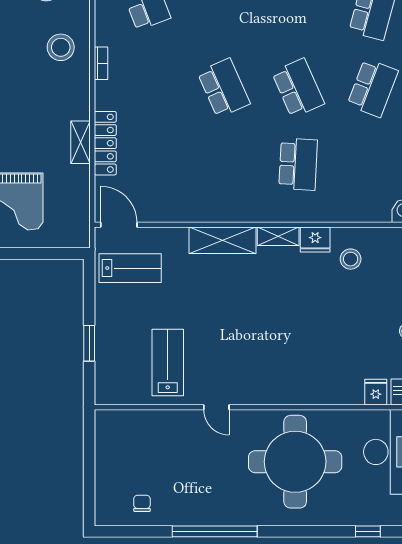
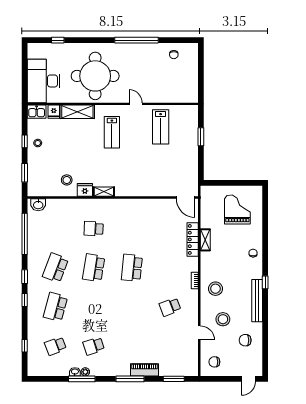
school desk: (224, 88) -> (132, 268), turned 30
school desk: (298, 88) -> (94, 268), turned 33
school desk: (298, 164) -> (94, 229), width x0.54
shelving: (222, 240) -> (77, 112), moved
lab bench: (130, 268) -> (112, 132), moved, turned -90

